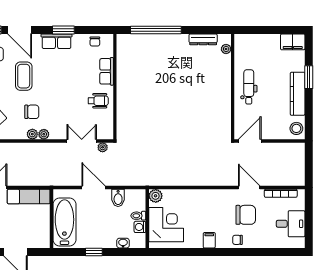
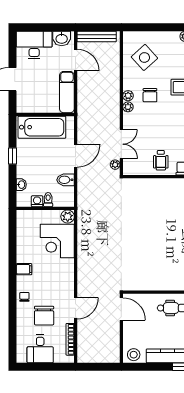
chair: (246, 215) -> (44, 316), moved
corner desk: (166, 225) -> (57, 241), moved, turned 90

